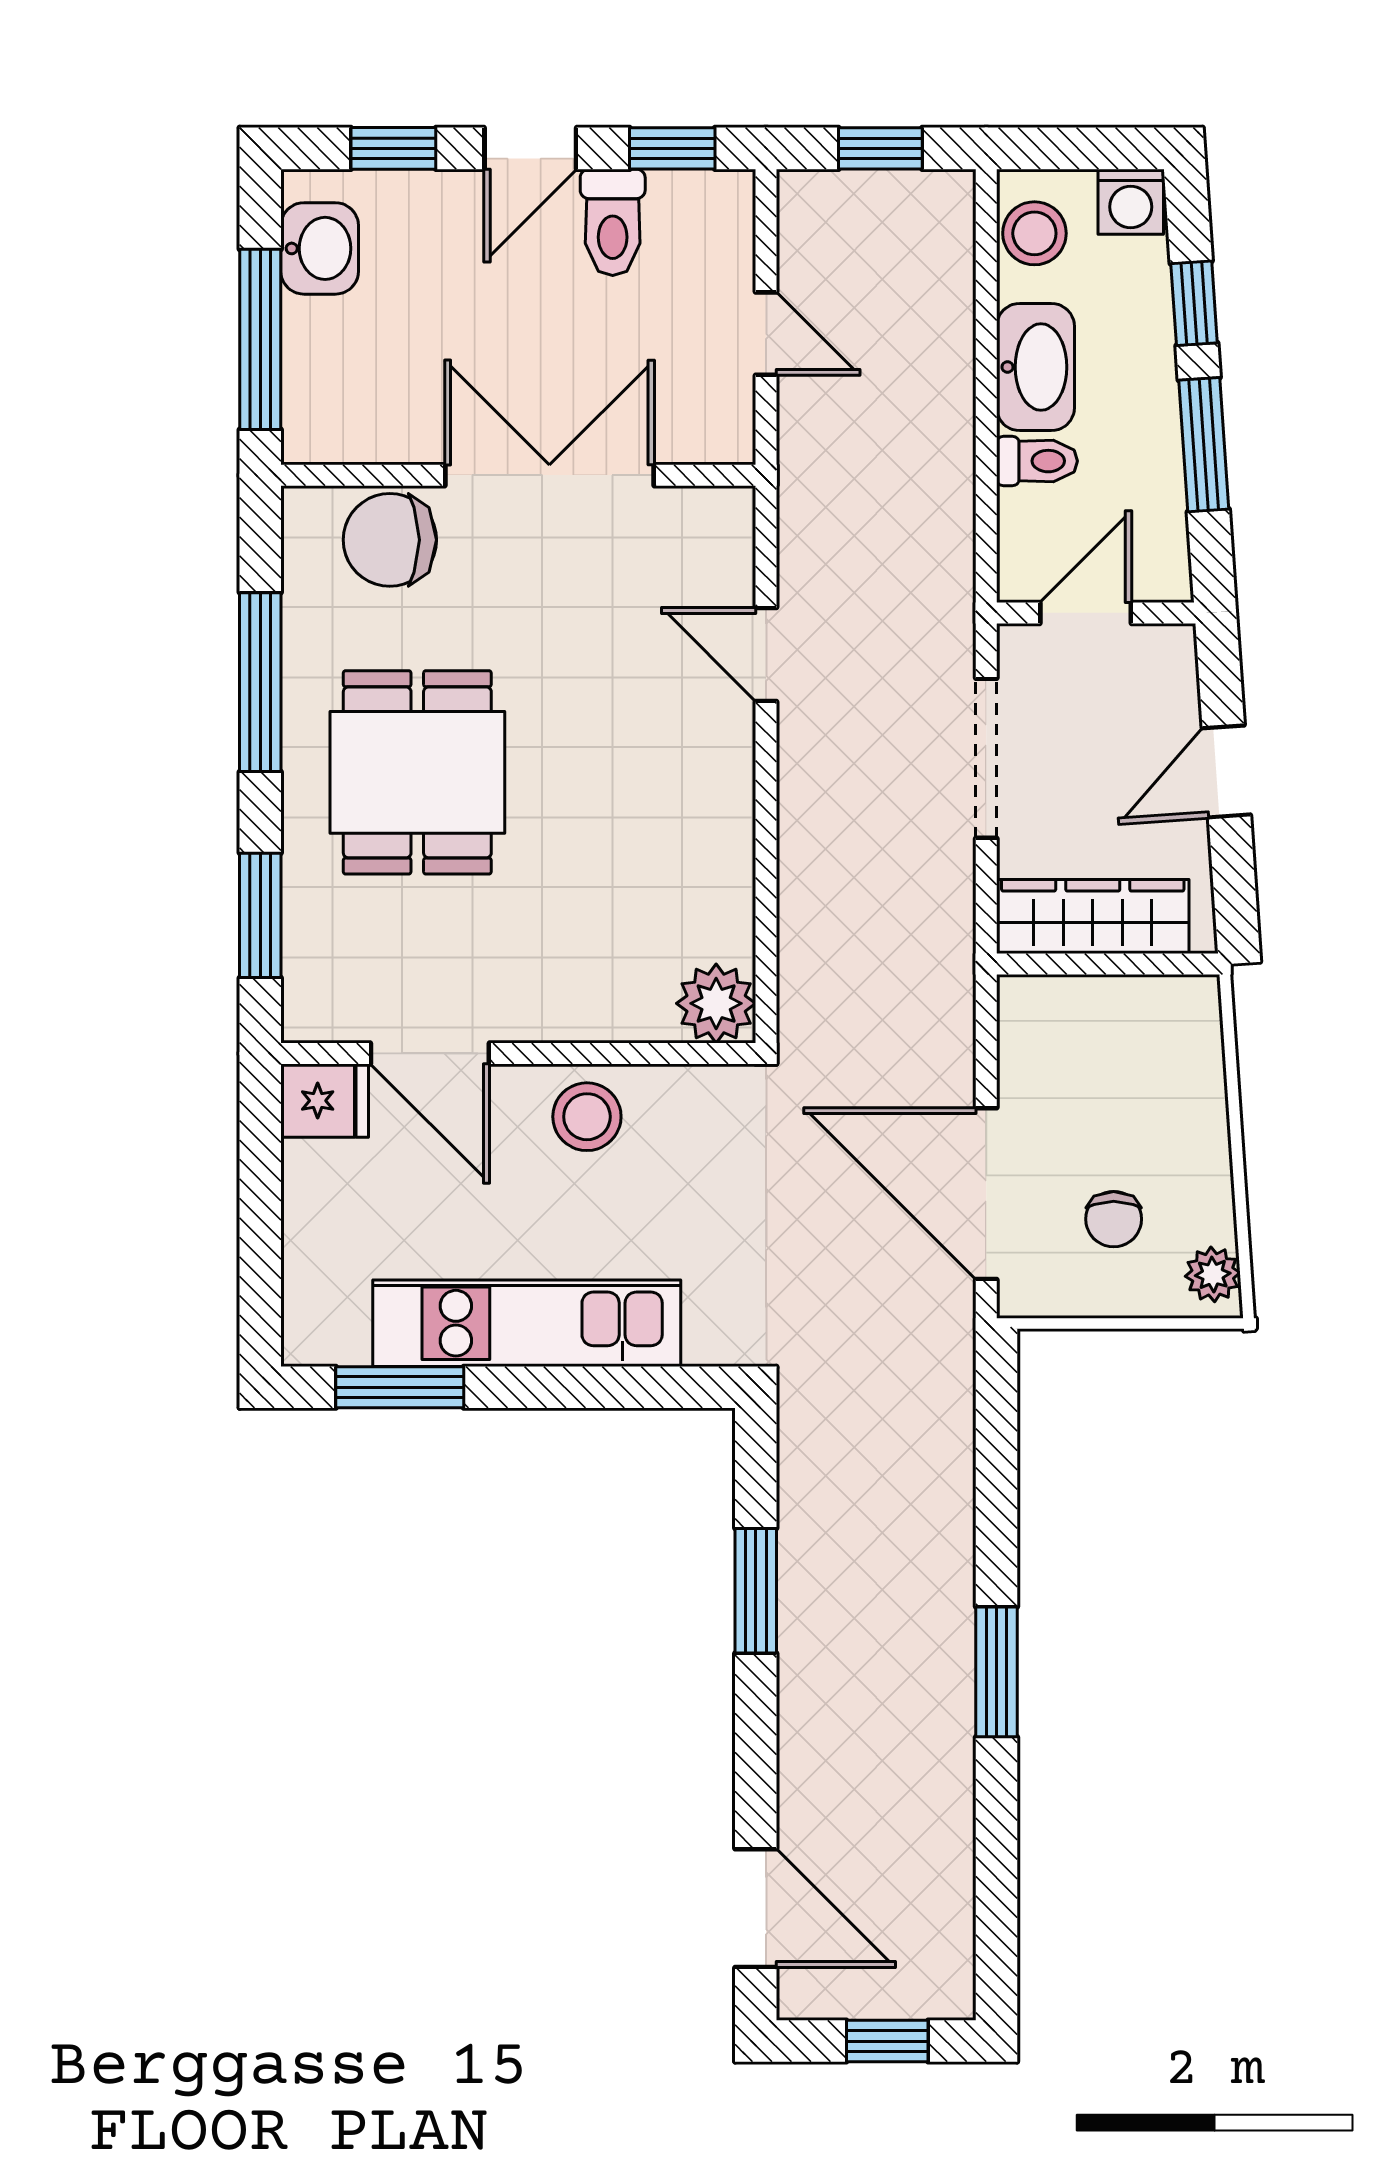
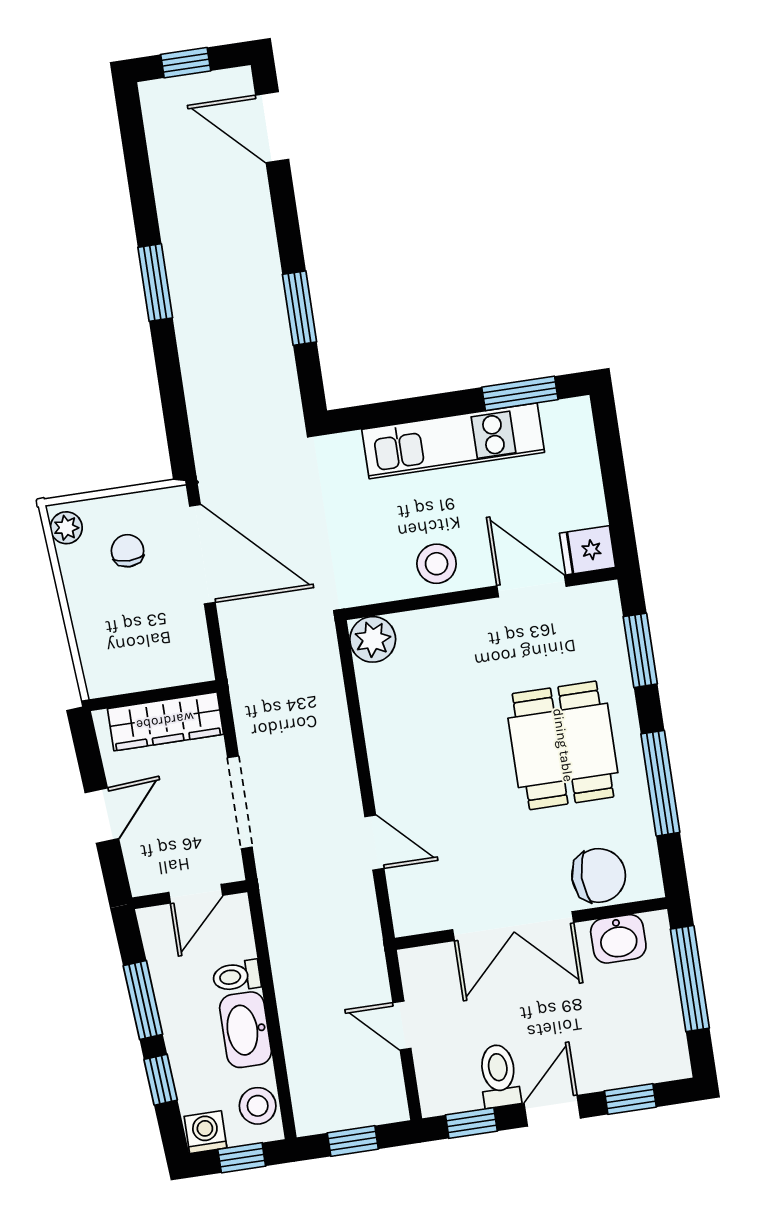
window: (1075, 148) -> (242, 1158), added
washbasin: (320, 248) -> (618, 939), moved, turned -90

